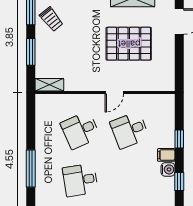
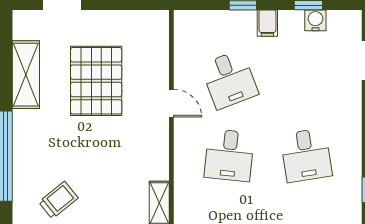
desk: (80, 130) -> (229, 155), turned 30
water cooler: (168, 169) -> (315, 20), moved

